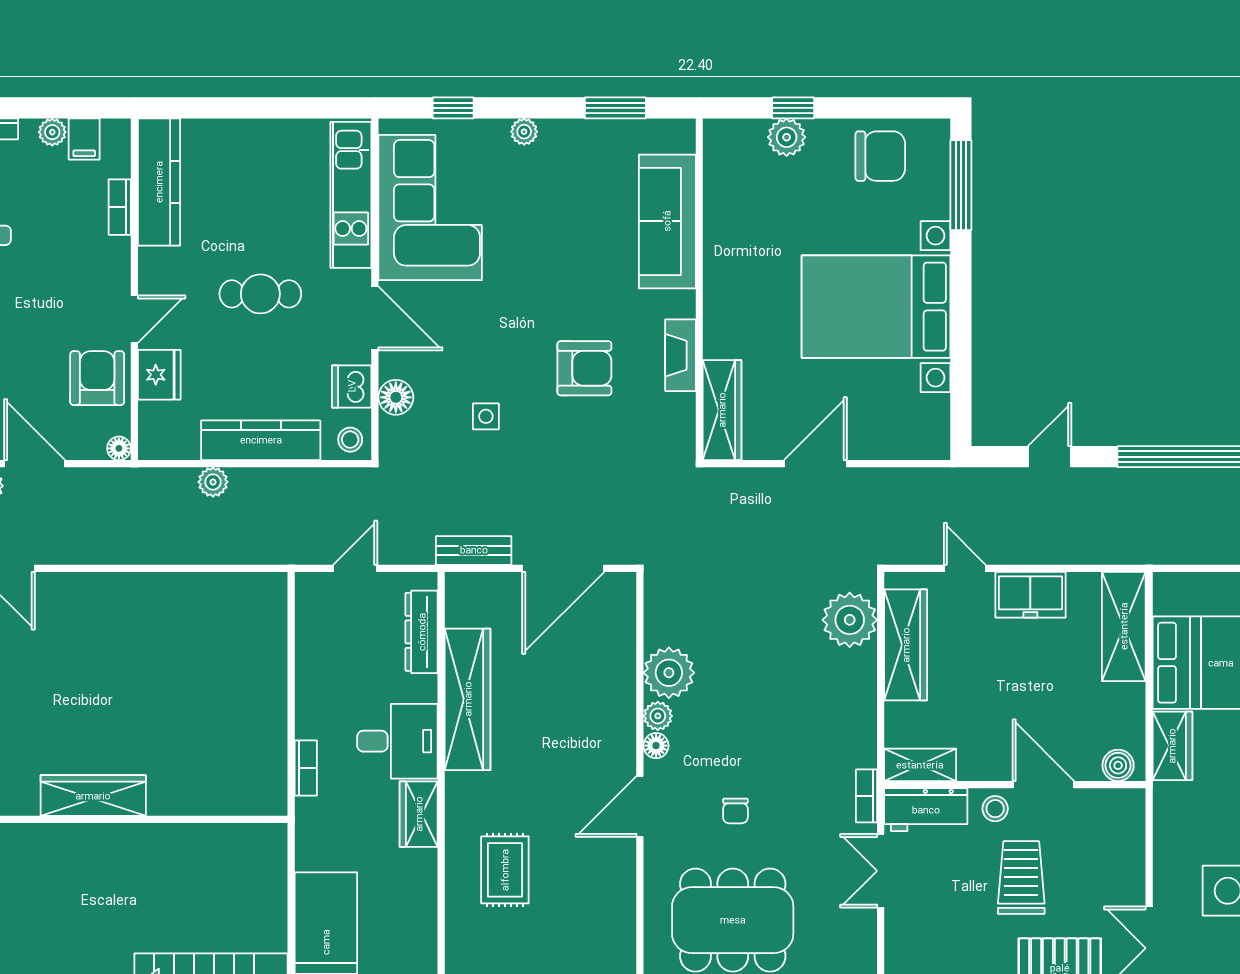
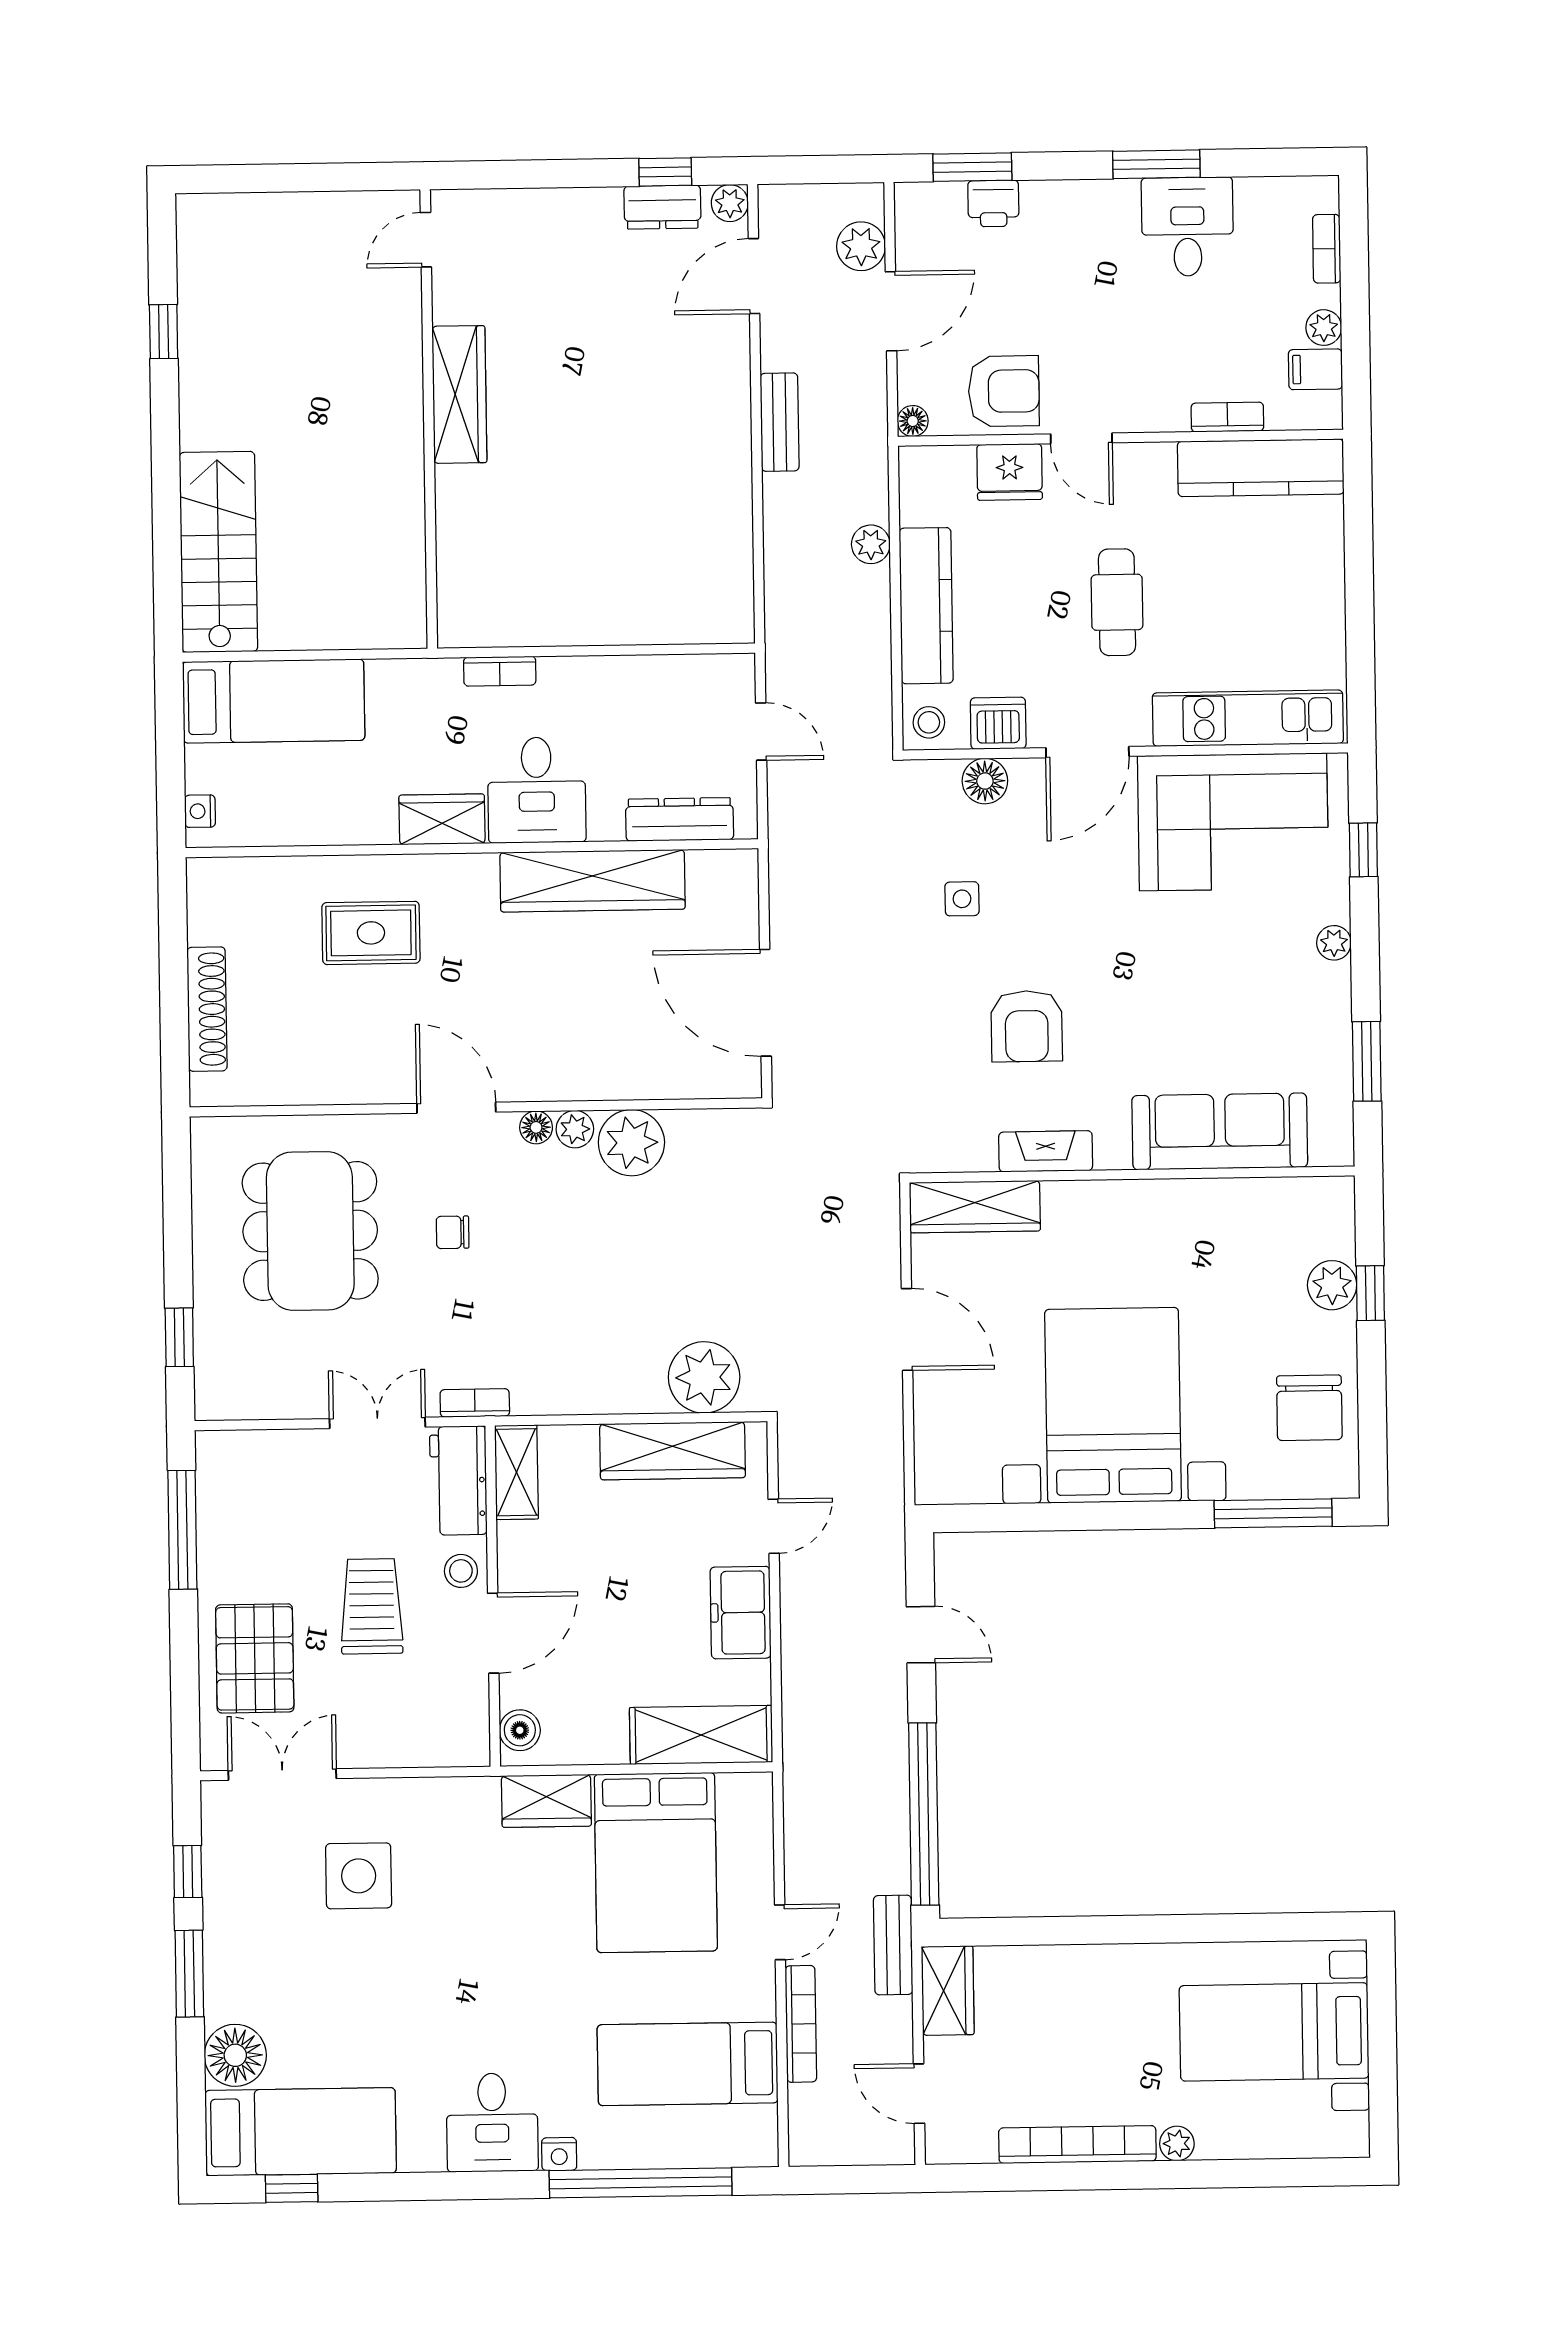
bench: (474, 550) -> (780, 422), moved
trolley: (1021, 877) -> (372, 1606), turned -90

